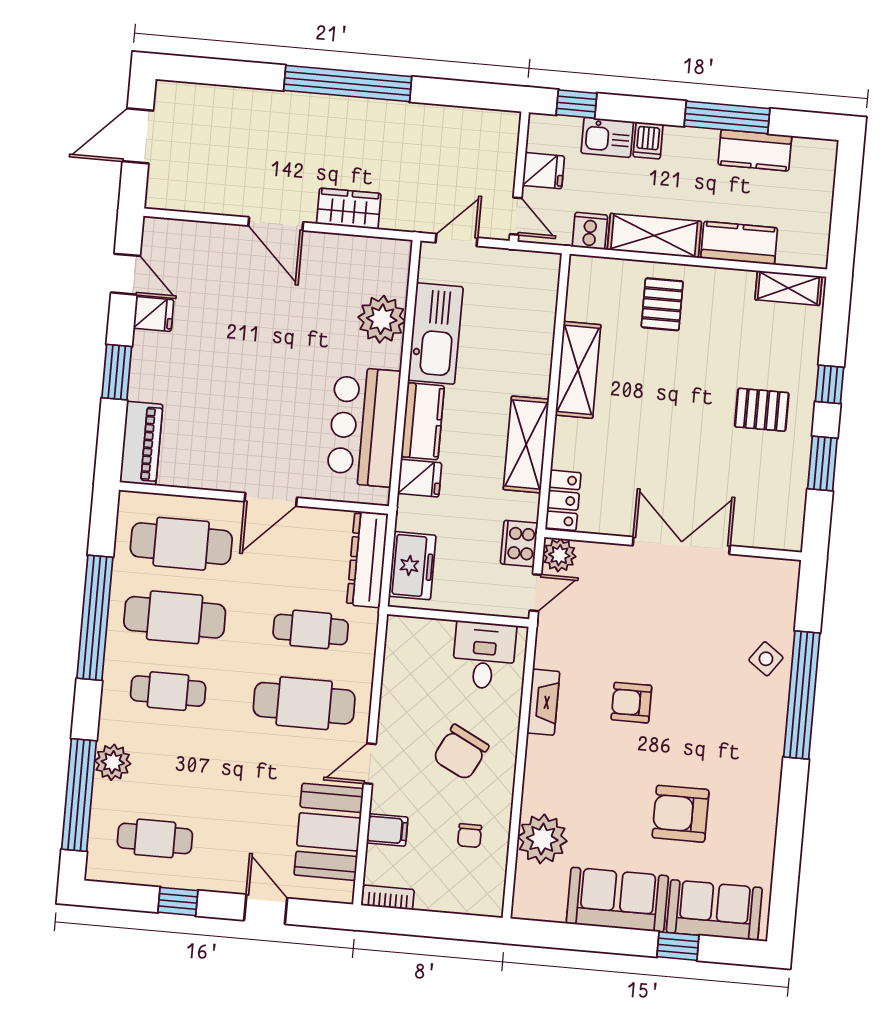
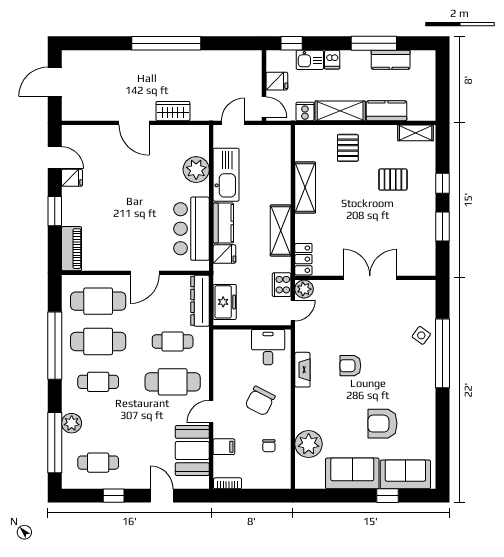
pallet: (762, 410) -> (393, 180), moved

